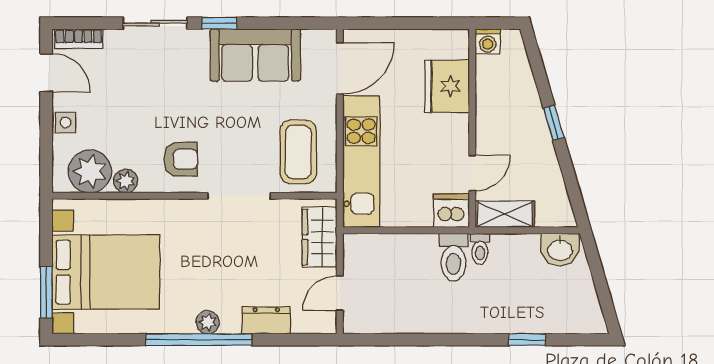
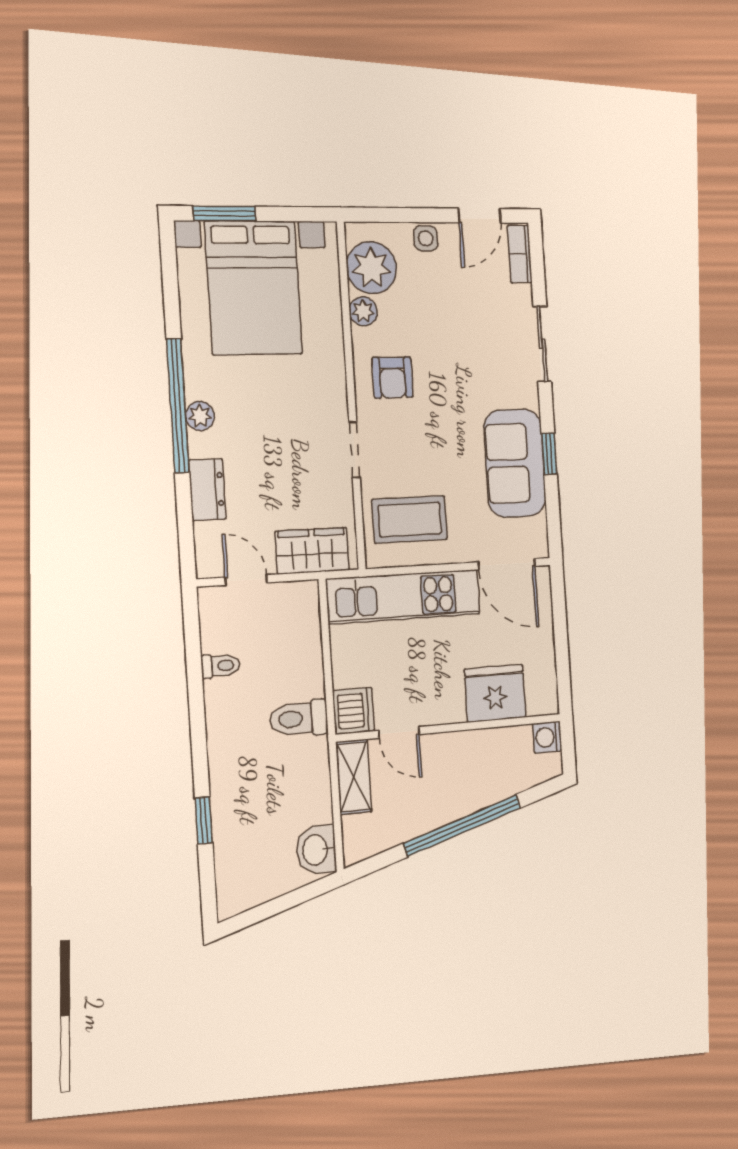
window: (219, 23) -> (549, 454), moved
window: (554, 123) -> (462, 825), width x3.17
doorway: (239, 196) -> (355, 450), width x0.73
toilet: (480, 249) -> (220, 666), moved, turned 180

